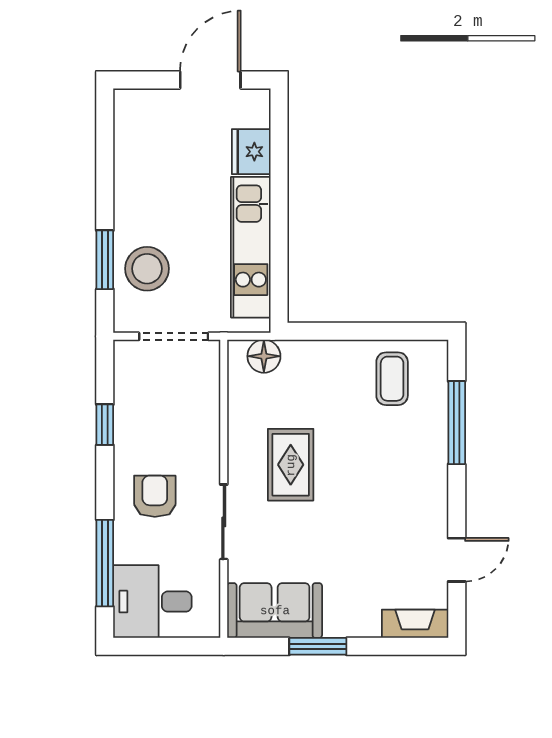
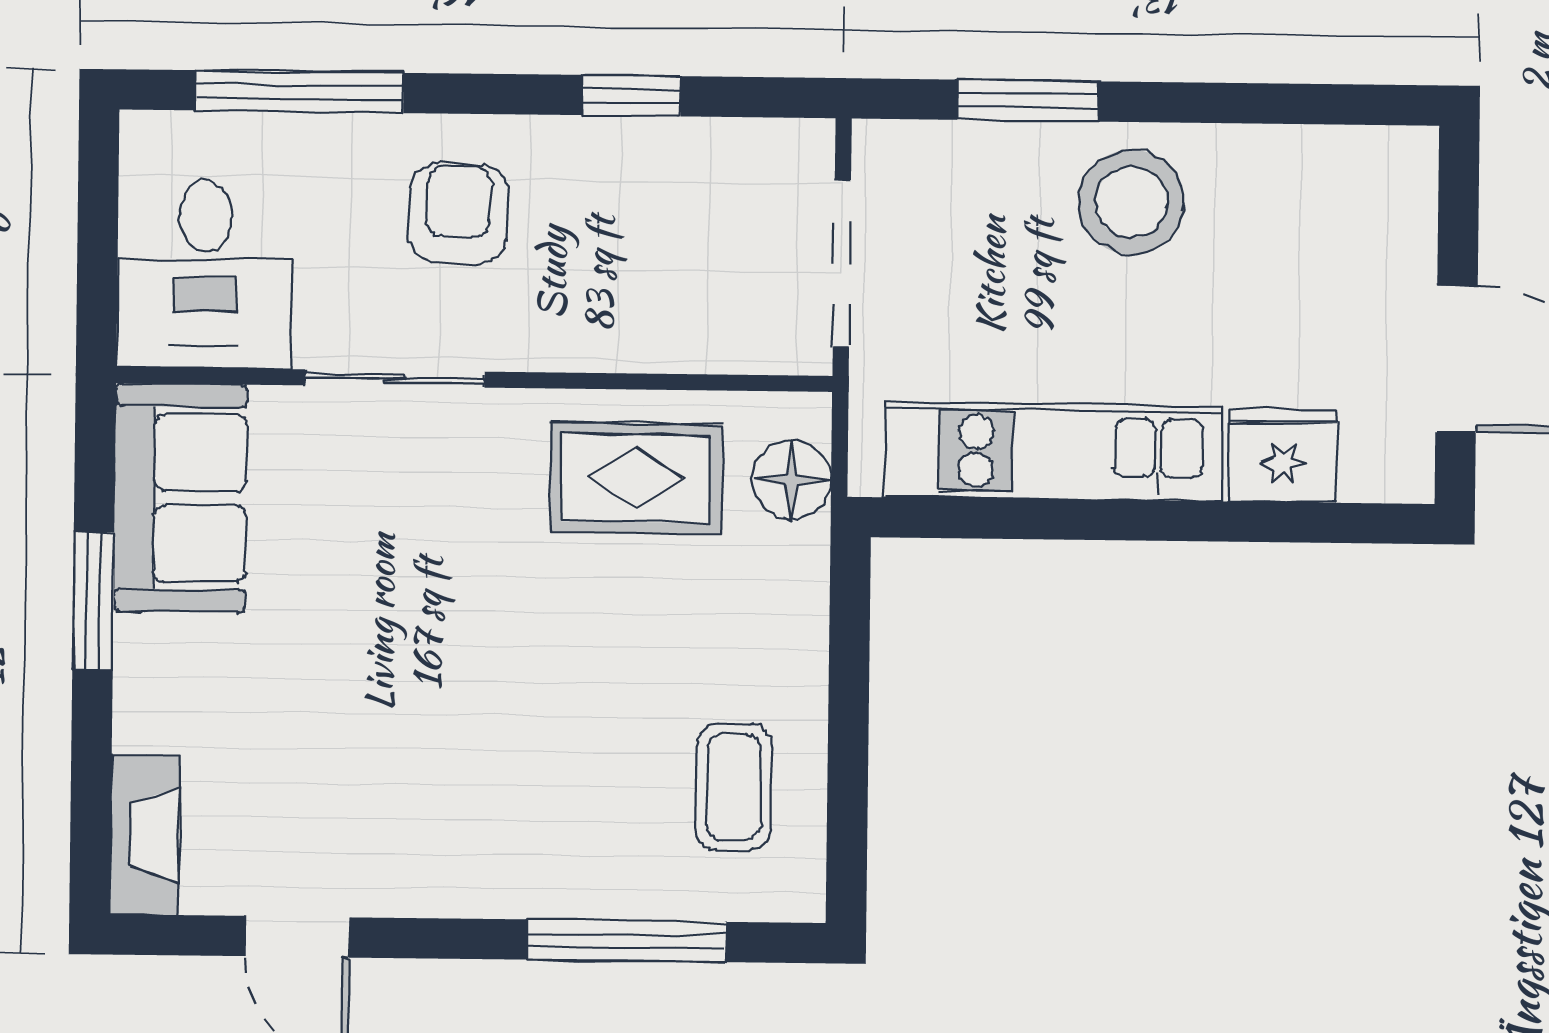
stool: (147, 269) -> (1131, 202), moved
coffee table: (392, 379) -> (734, 787), turned 90
rug: (291, 465) -> (636, 478), moved
armchair: (155, 496) -> (459, 214), turned -88
desk: (152, 602) -> (205, 274), moved, turned 180

